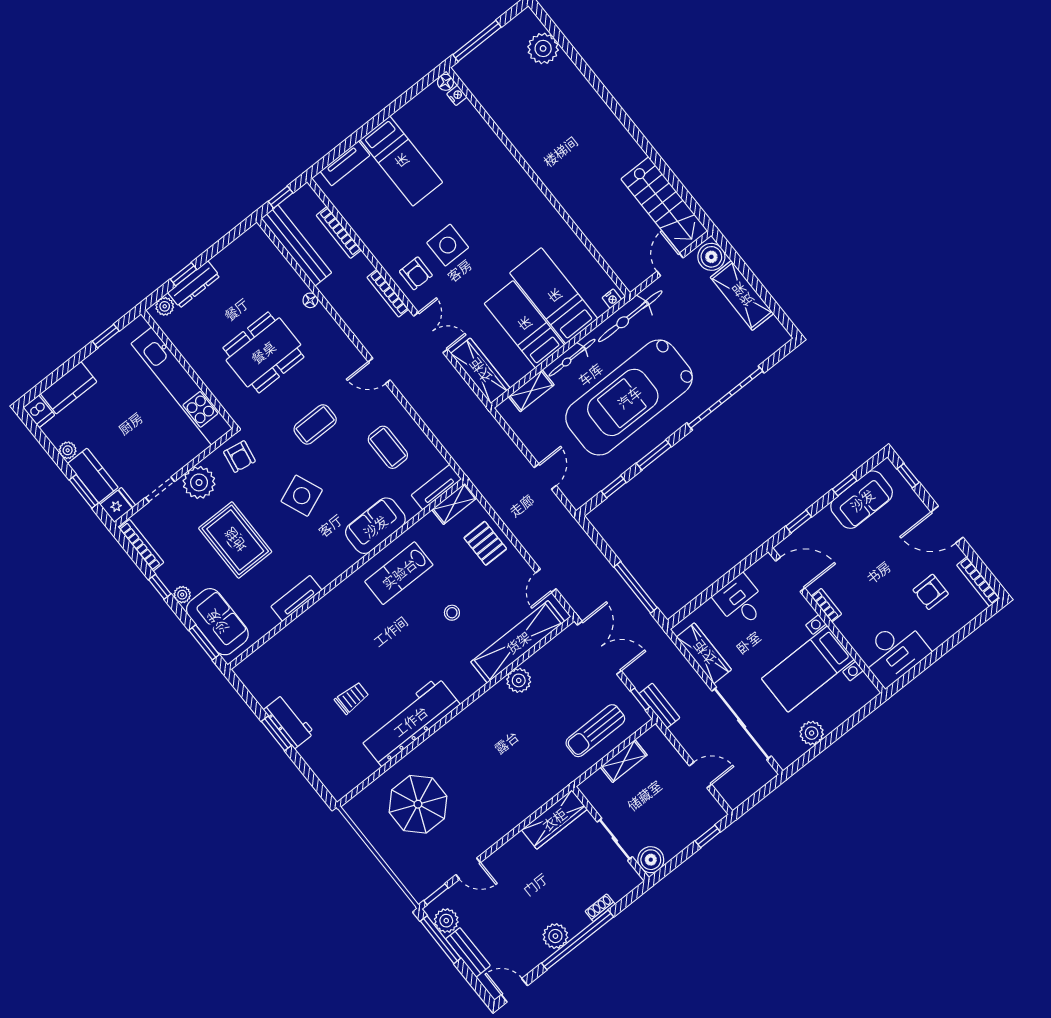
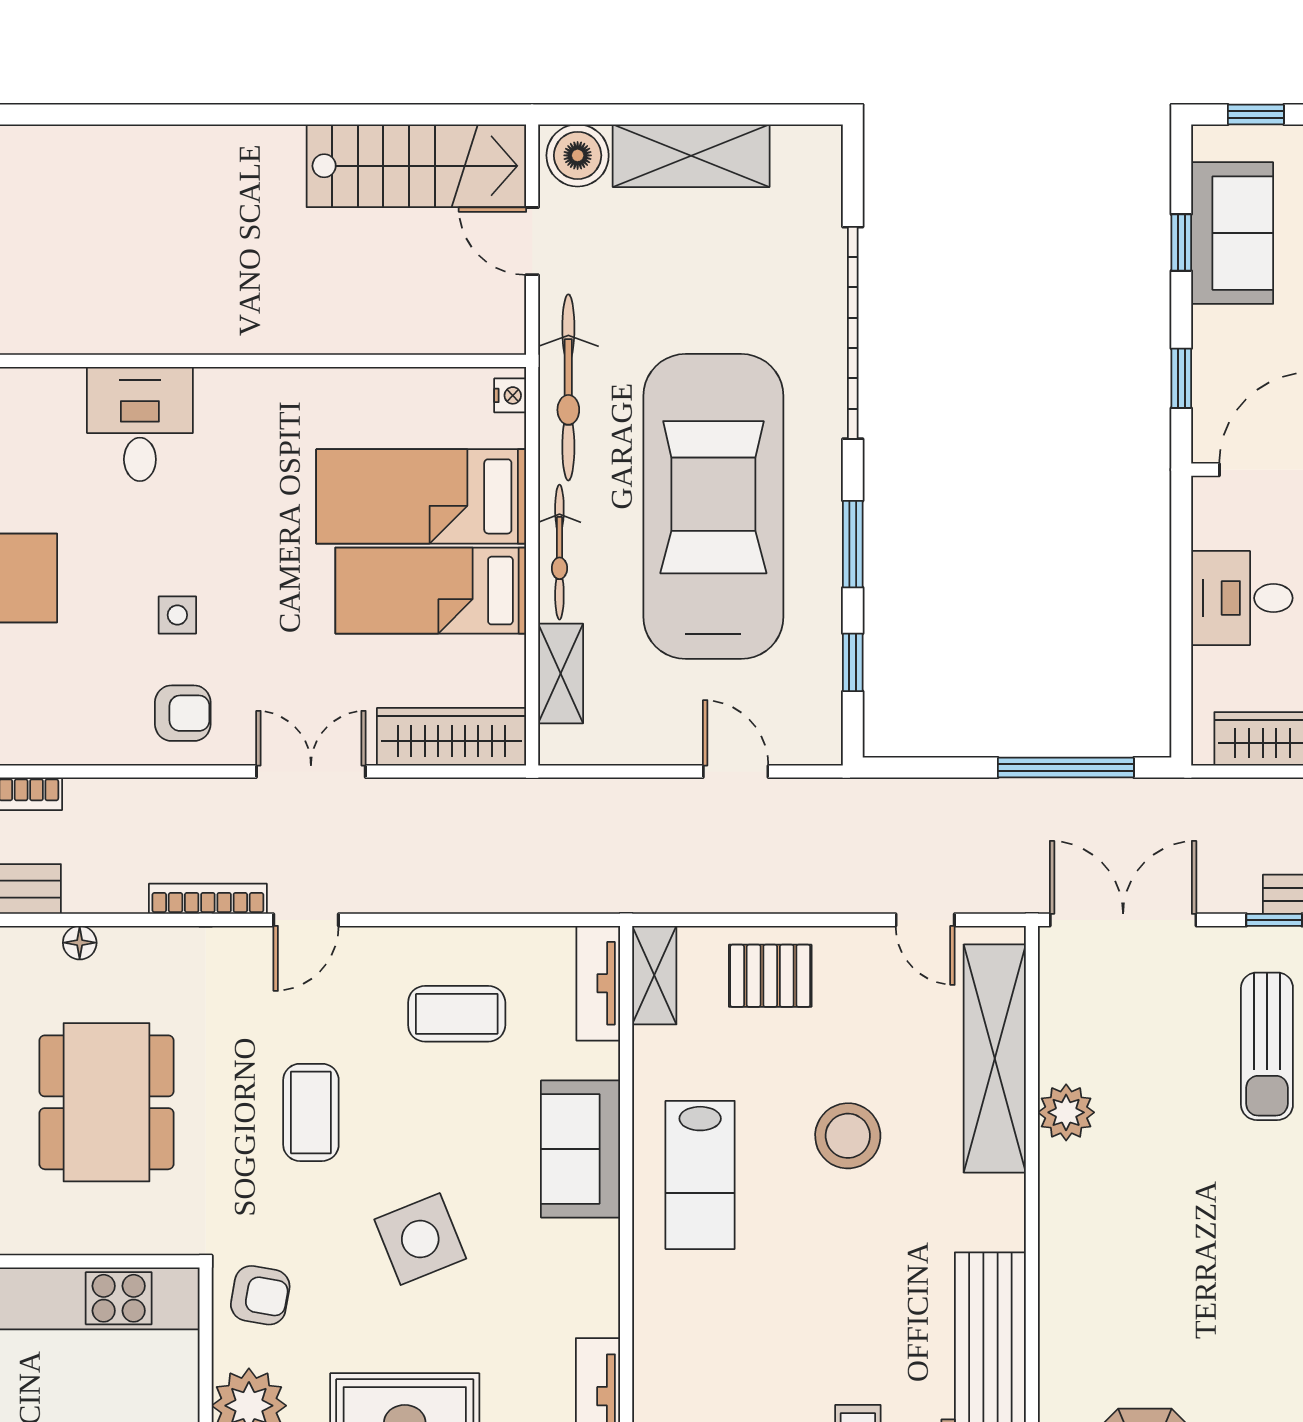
desk: (502, 181) -> (140, 424), added
side table: (448, 245) -> (177, 615), width x0.54, depth x0.54
bookcase: (388, 293) -> (208, 899), moved, turned 180
car: (629, 397) -> (713, 506), turned 180
stool: (452, 613) -> (848, 1136), width x1.89, depth x1.89

